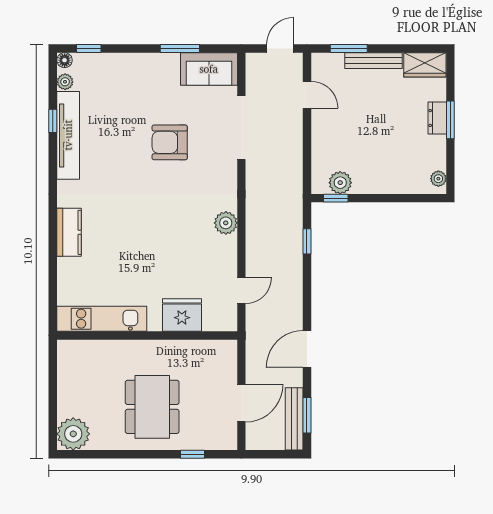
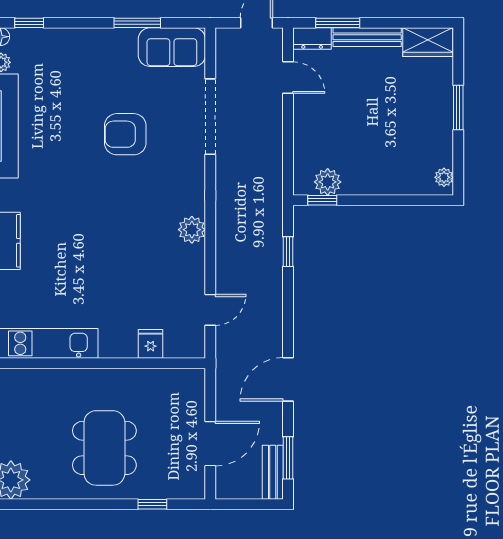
dresser: (437, 118) -> (312, 39), moved, turned -90
fridge: (182, 315) -> (151, 344), width x0.53, depth x0.75
bench: (294, 419) -> (273, 472), width x0.73

